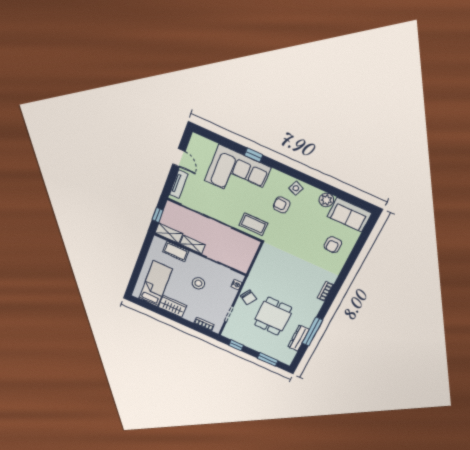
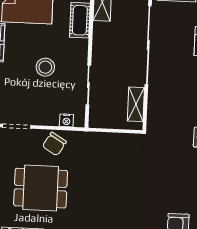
coffee table: (253, 224) -> (163, 111), removed
shelving: (192, 244) -> (136, 104), moved

